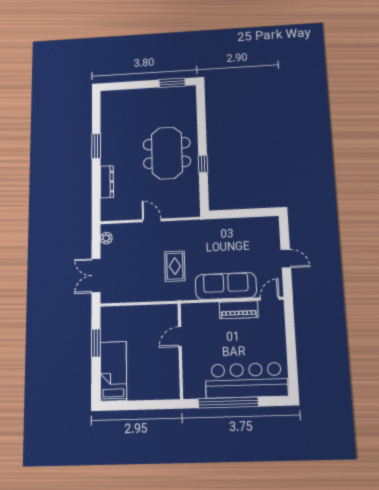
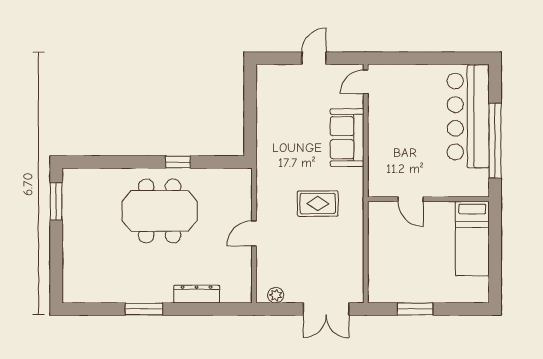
sofa: (226, 286) -> (347, 138), width x0.73
door: (270, 299) -> (366, 82), hinge flipped
piano: (239, 310) -> (379, 122), removed
bed: (113, 371) -> (472, 239), moved, turned -90

